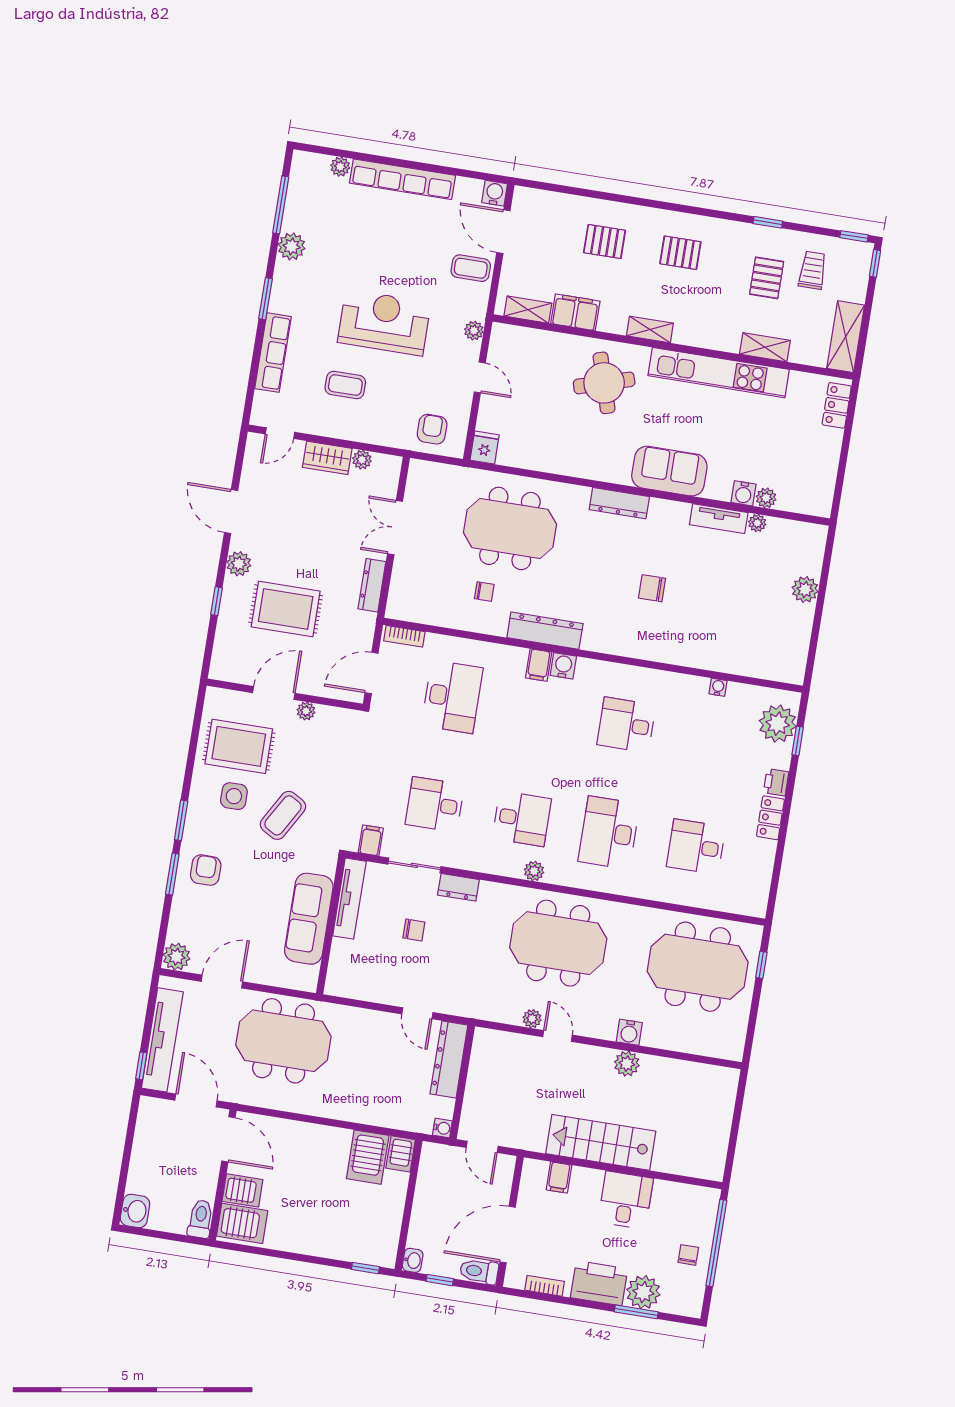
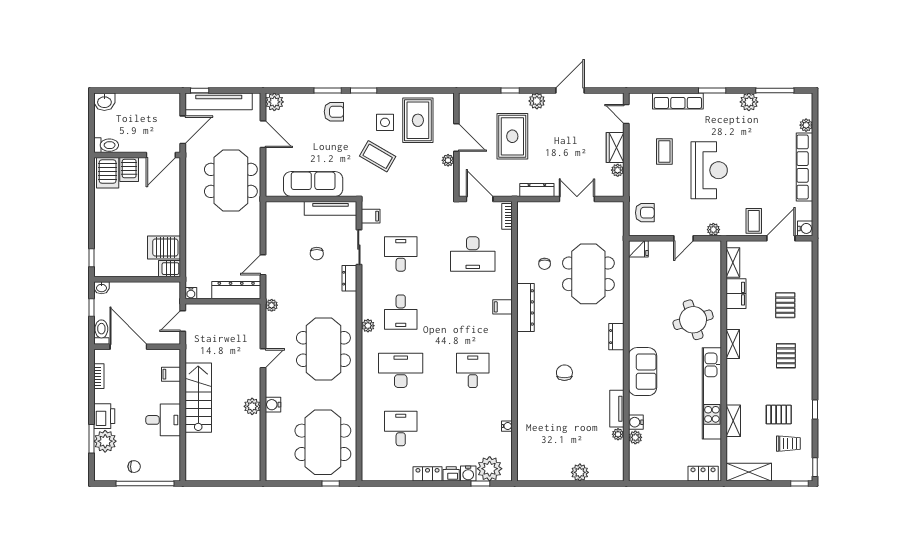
dresser: (619, 503) -> (616, 337), width x0.70
water cooler: (563, 666) -> (468, 474), moved, turned 90
plant: (532, 1019) -> (272, 305), moved
printer: (599, 1283) -> (104, 416), width x0.73, depth x0.84

